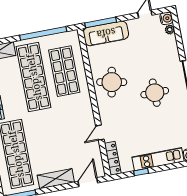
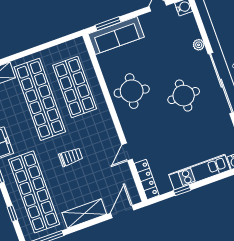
window: (101, 22) -> (108, 24), width x0.69
plant: (170, 30) -> (199, 45), moved
window: (43, 33) -> (43, 47), removed
trolley: (52, 129) -> (71, 157), added

